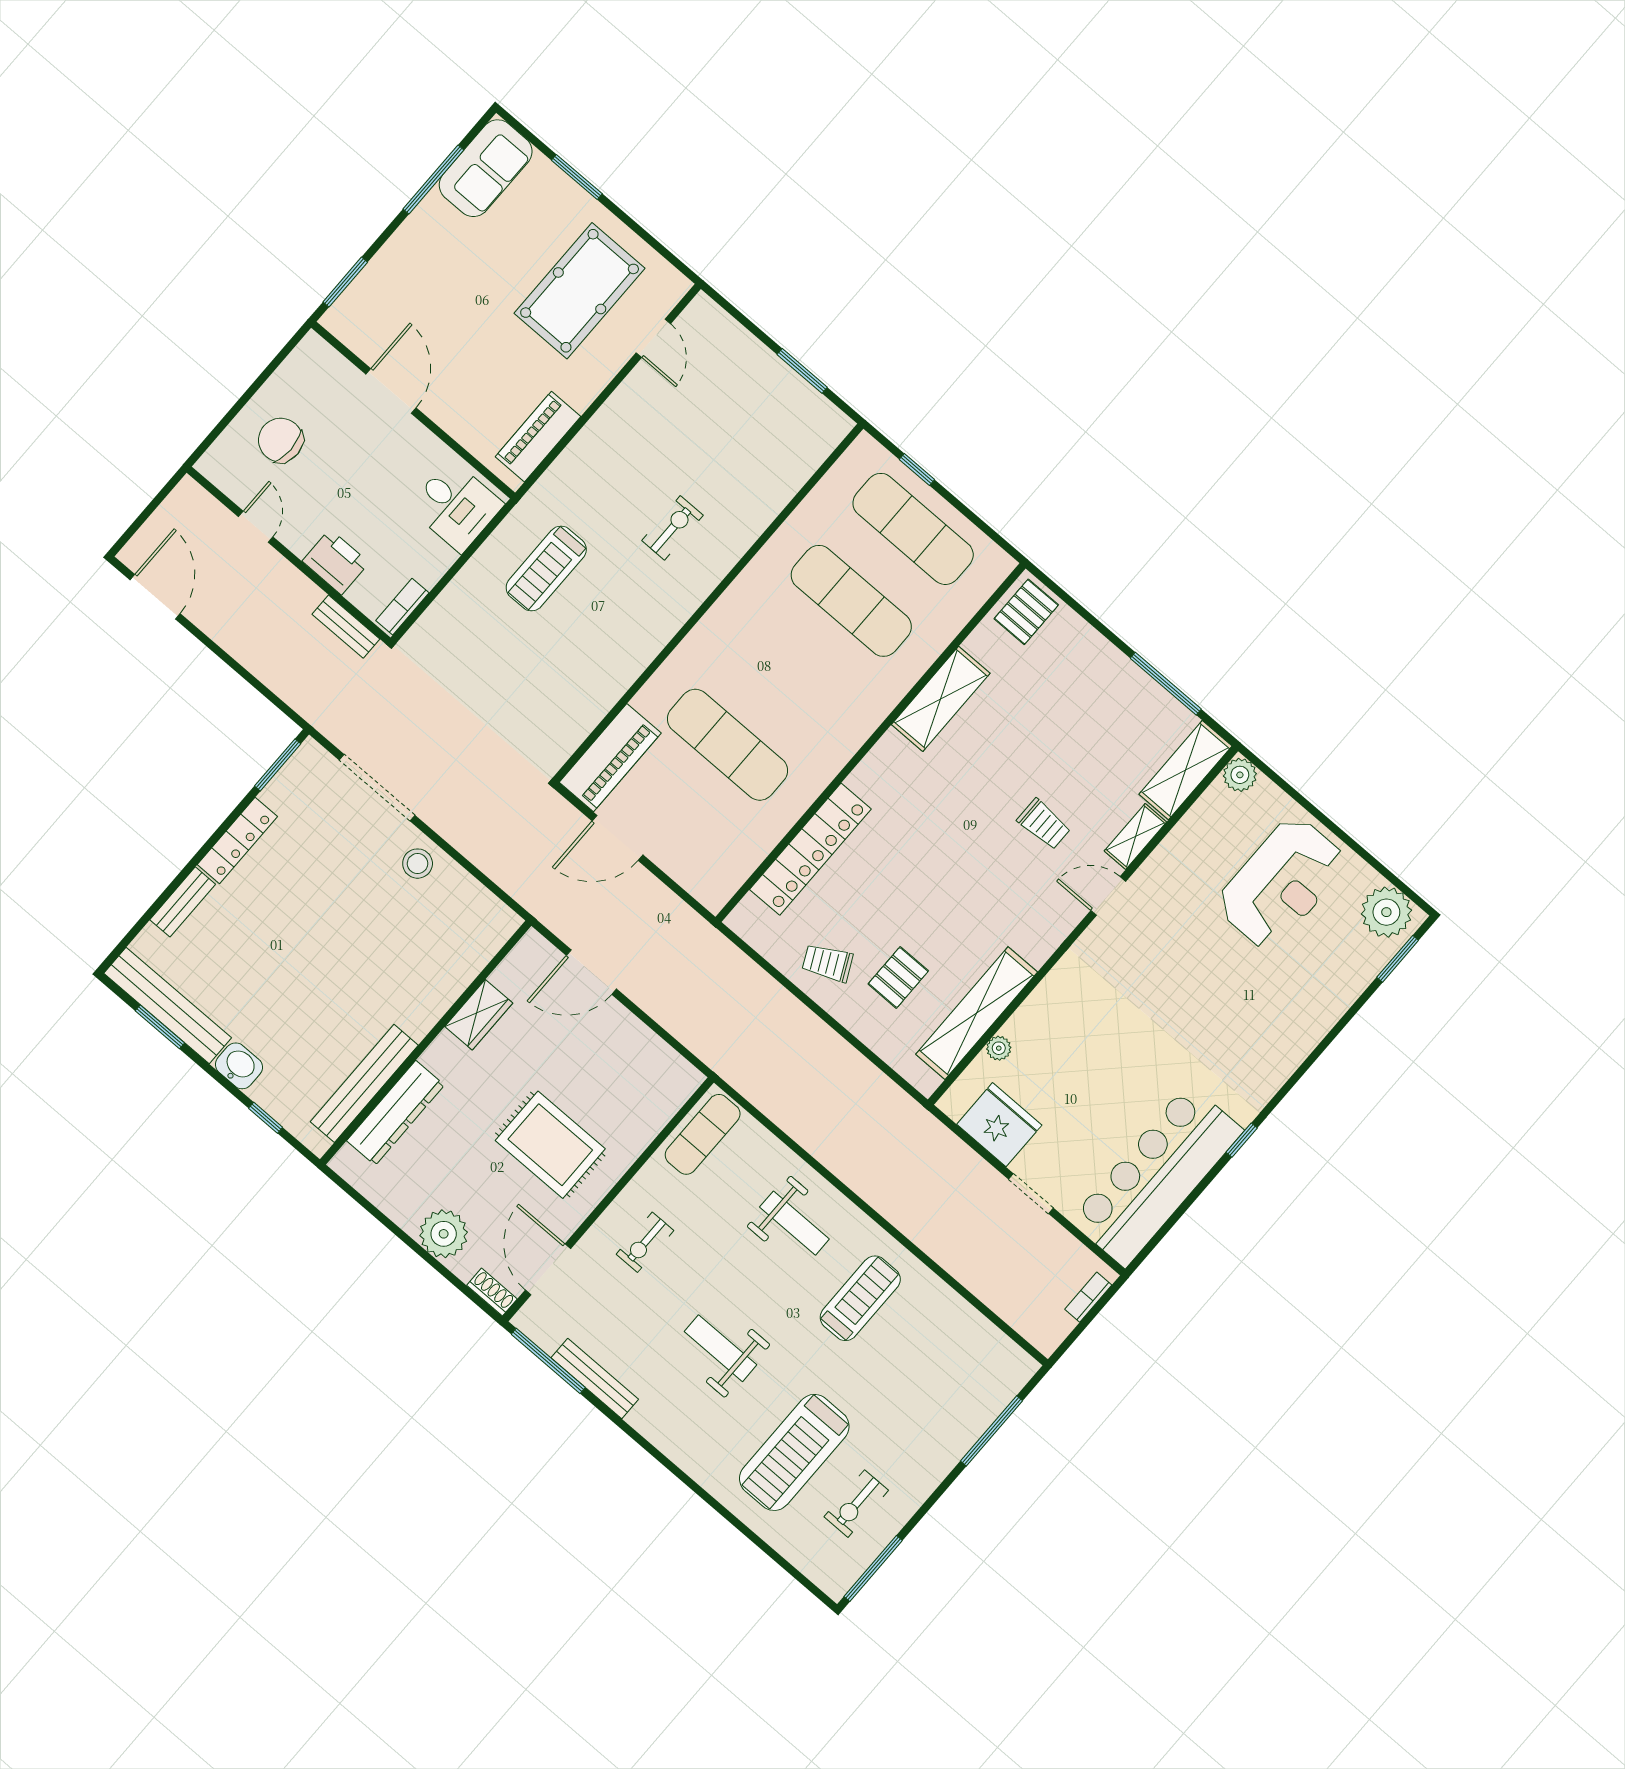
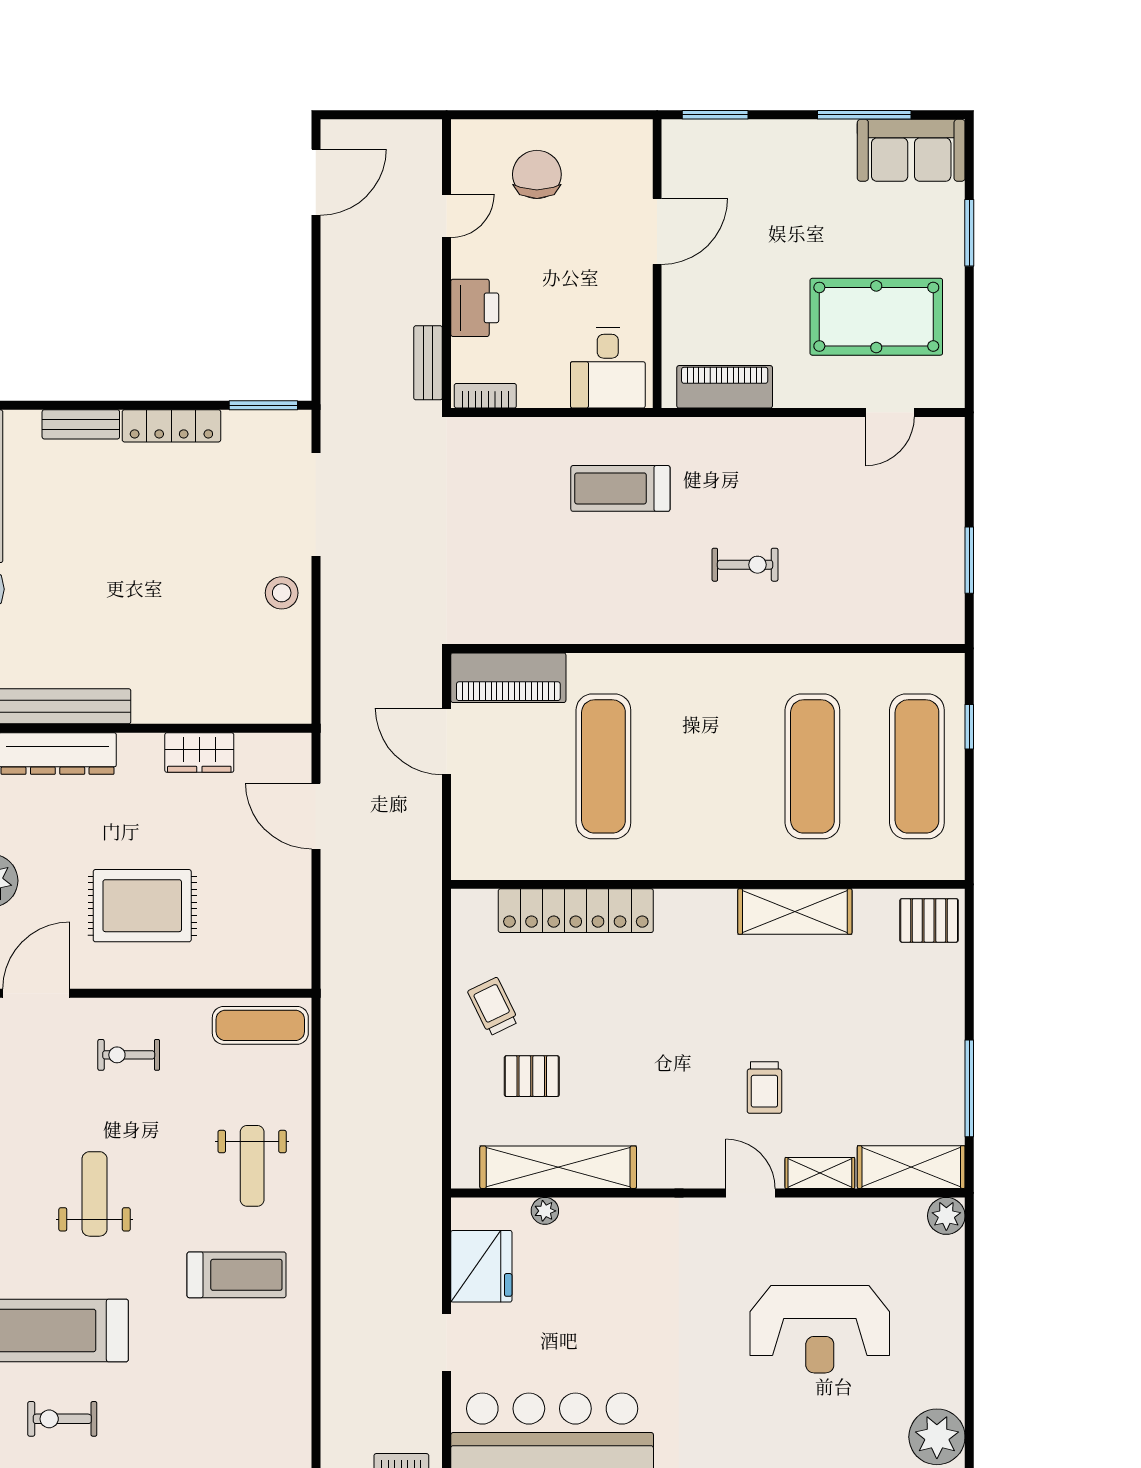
reception desk: (1281, 883) -> (820, 1329), moved
rug: (550, 1145) -> (142, 906), turned 90

